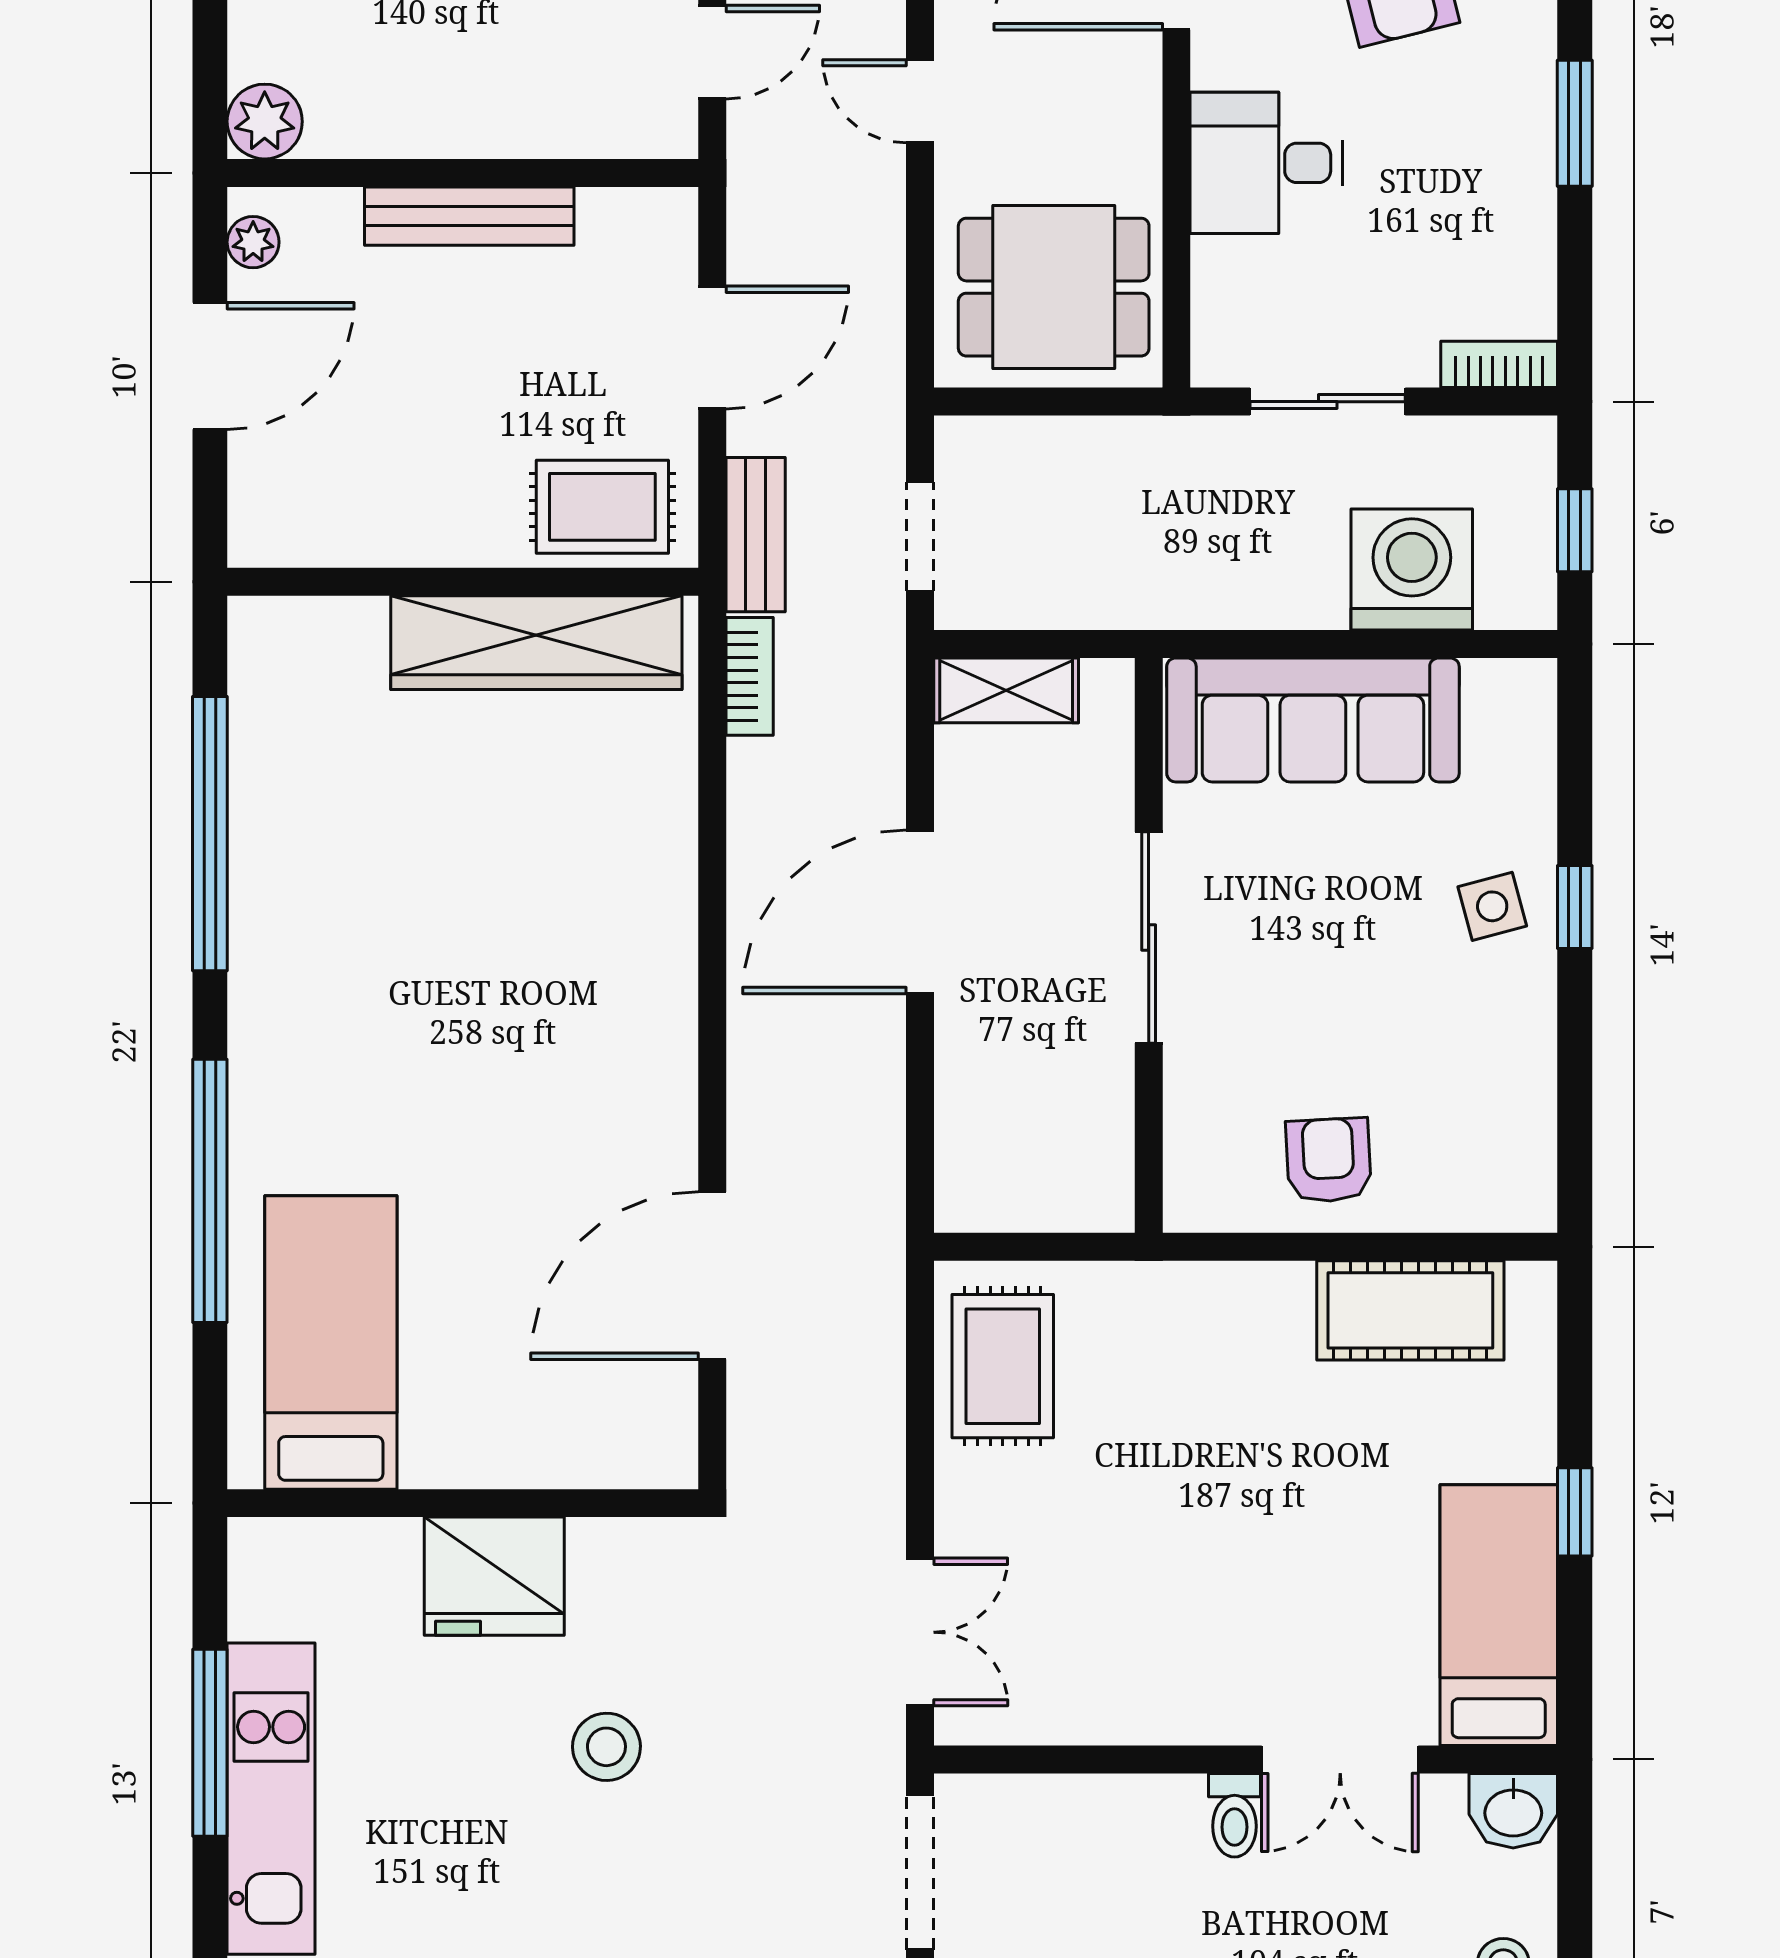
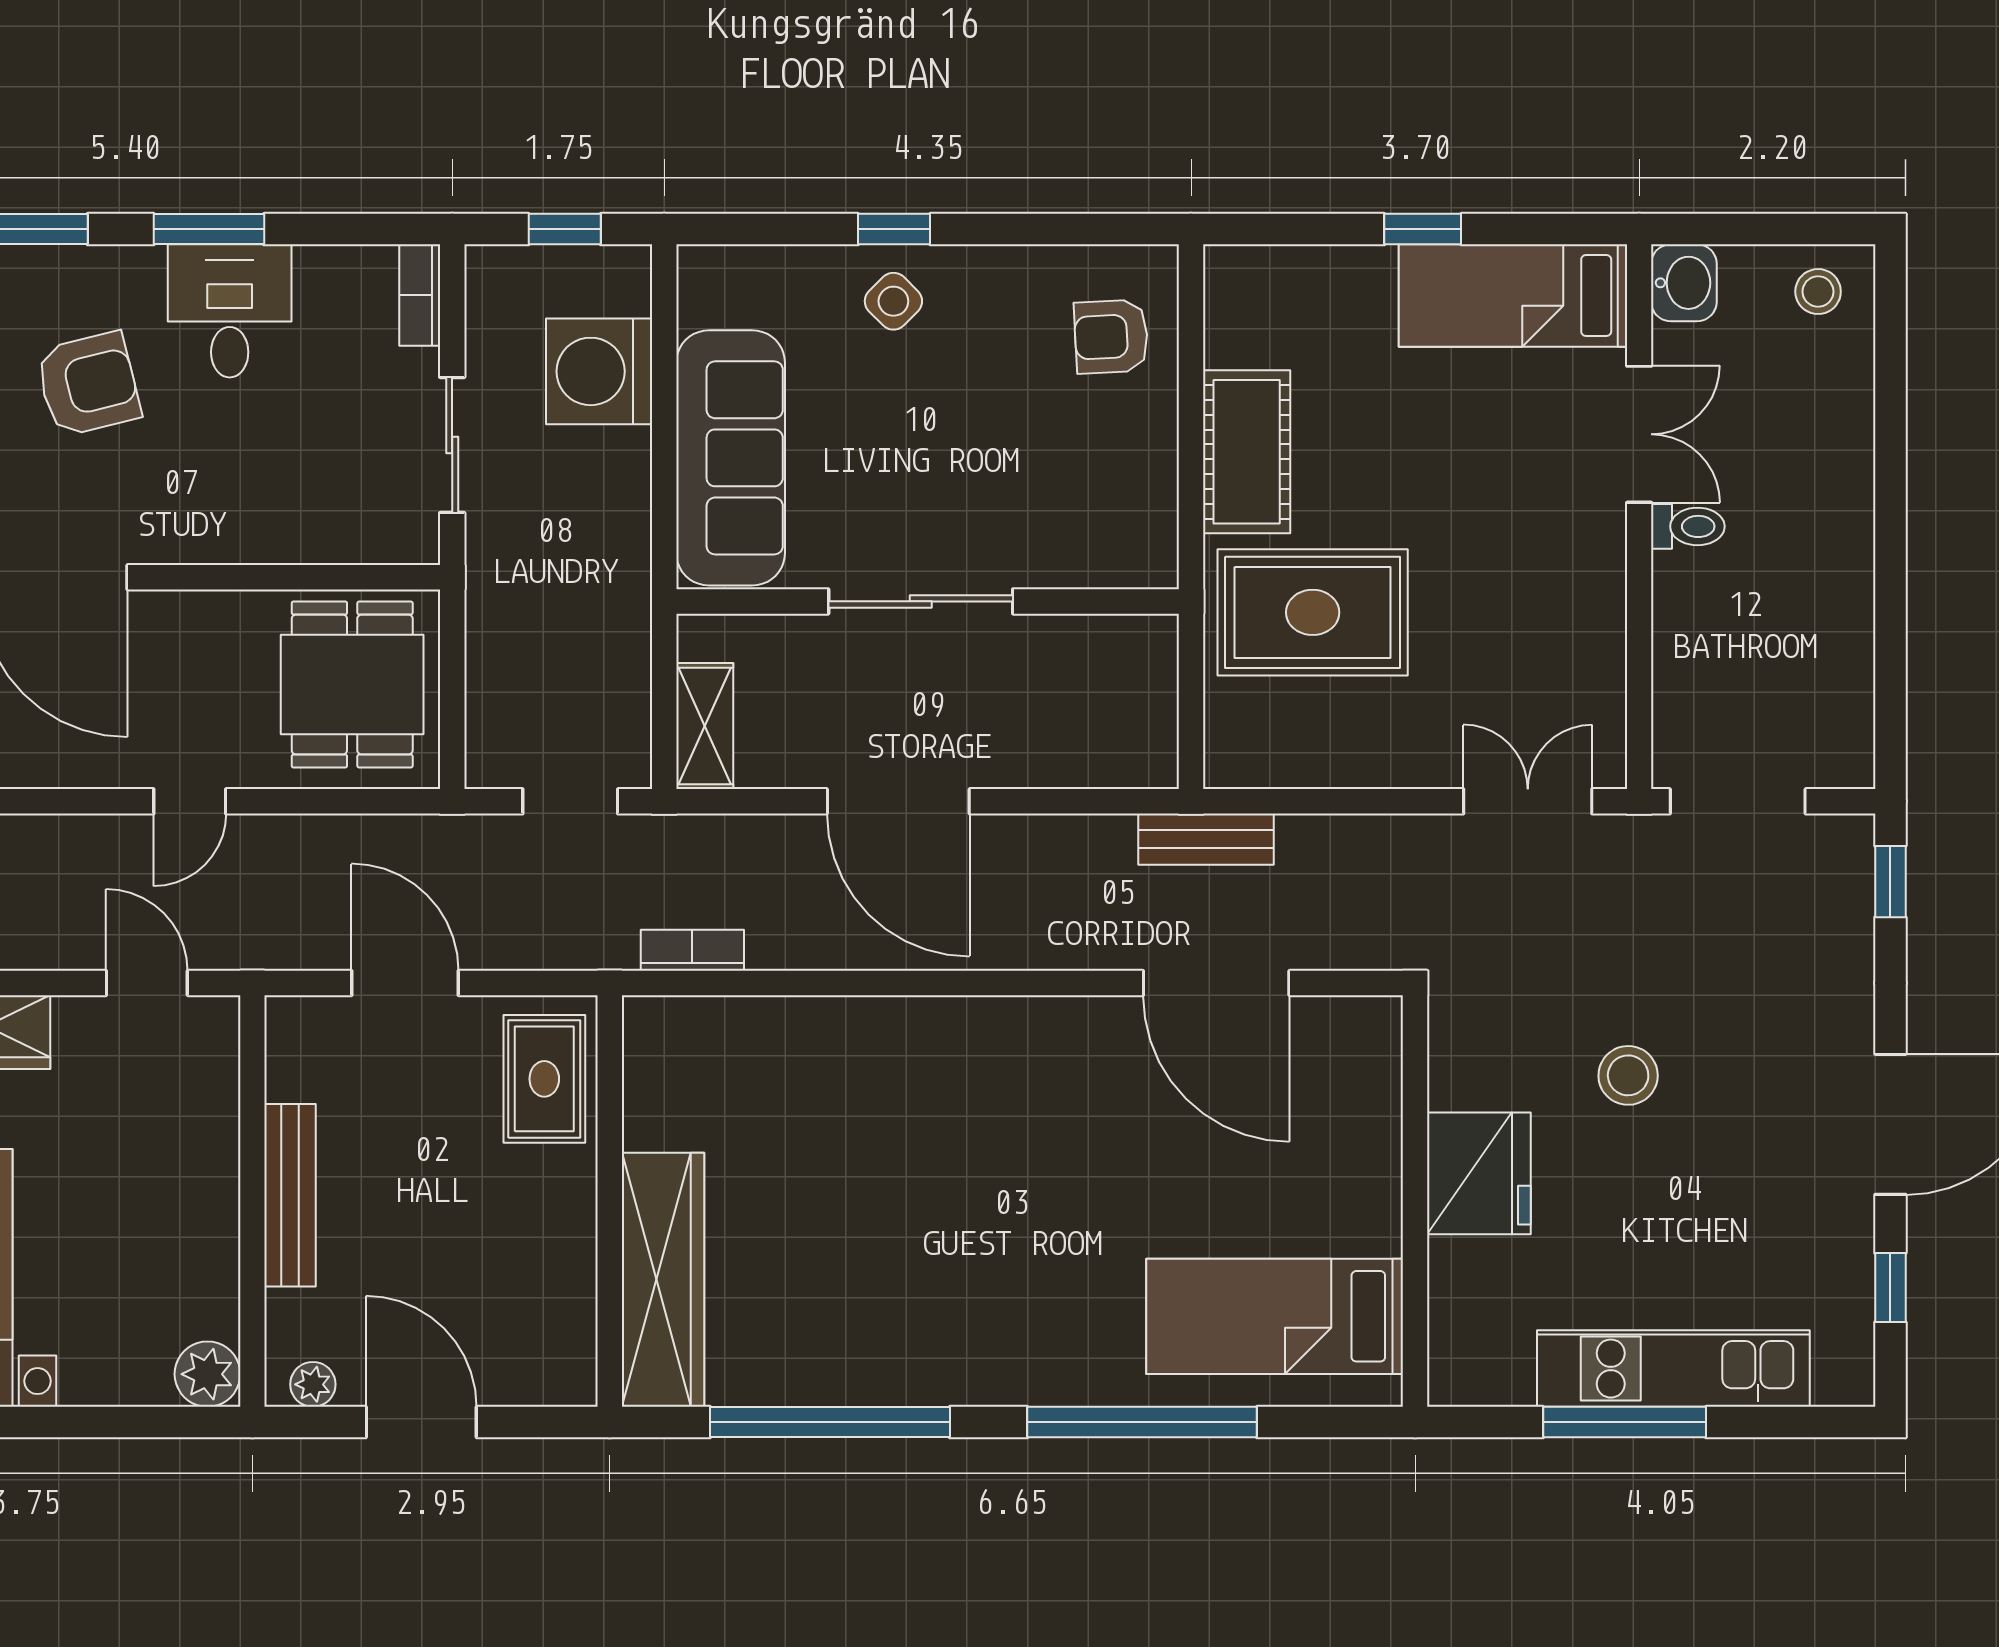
desk: (1266, 163) -> (230, 311), moved, turned 180
bench: (756, 535) -> (1206, 839), moved
wardrobe: (536, 643) -> (663, 1280), moved
side table: (1492, 906) -> (893, 301), turned -30
armchair: (1328, 1160) -> (1111, 337), moved
cot: (1410, 1310) -> (1247, 452), moved
rug: (1003, 1366) -> (1313, 612), moved, width x1.36, depth x1.43

